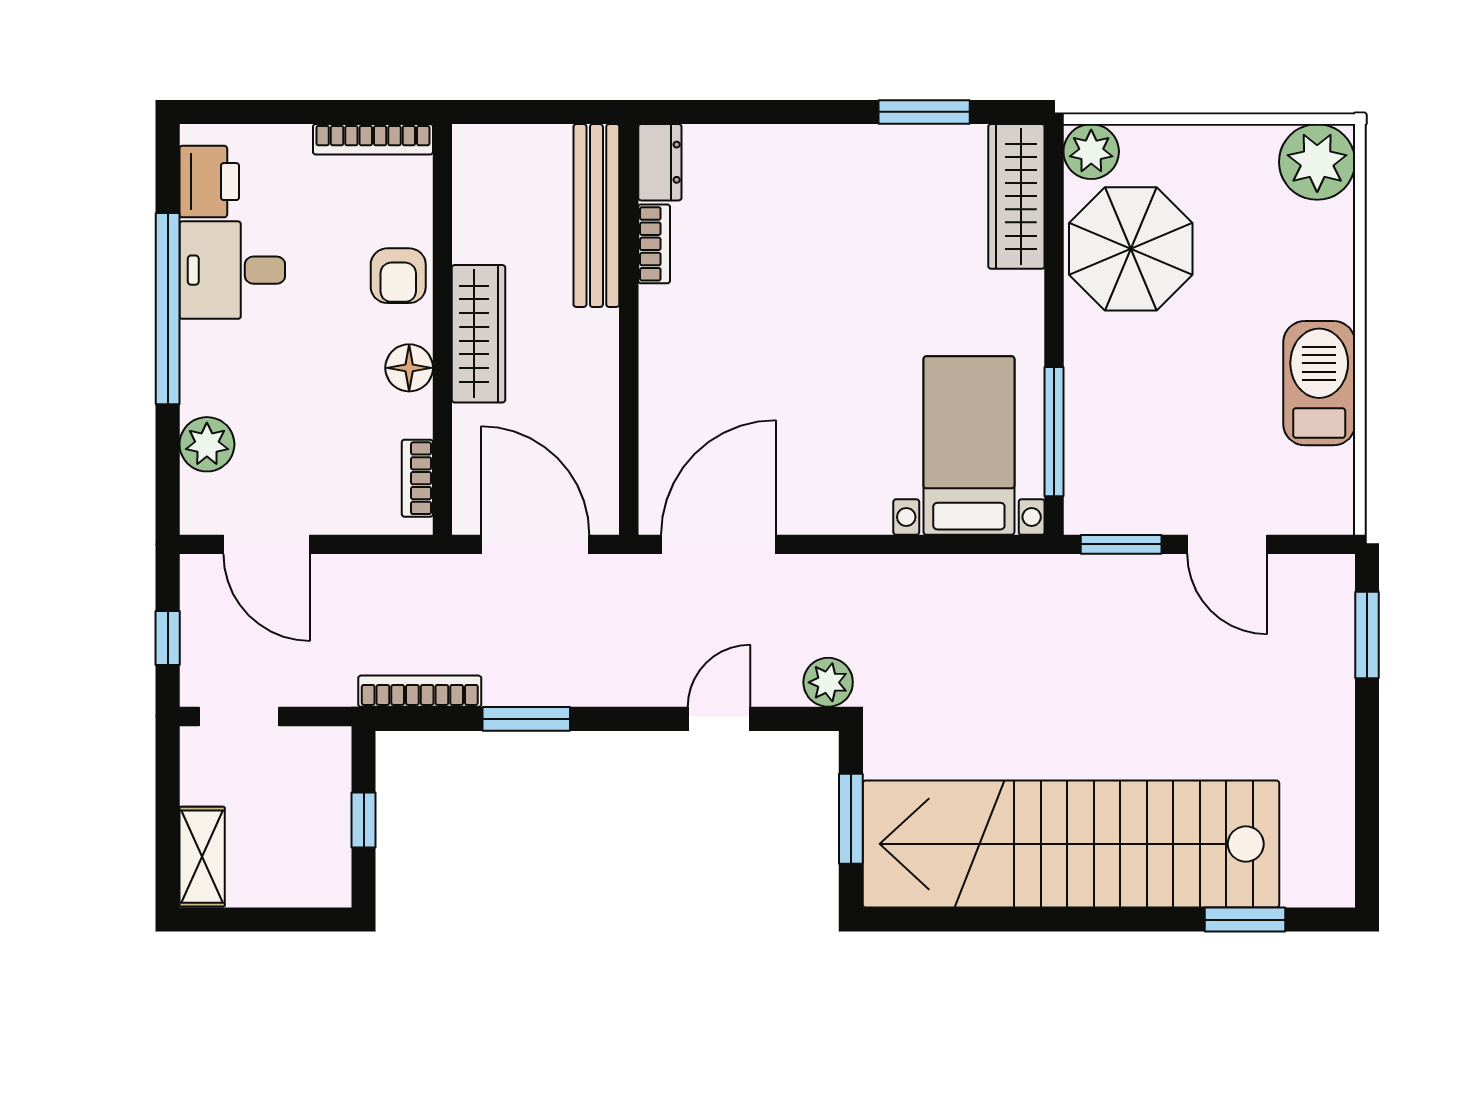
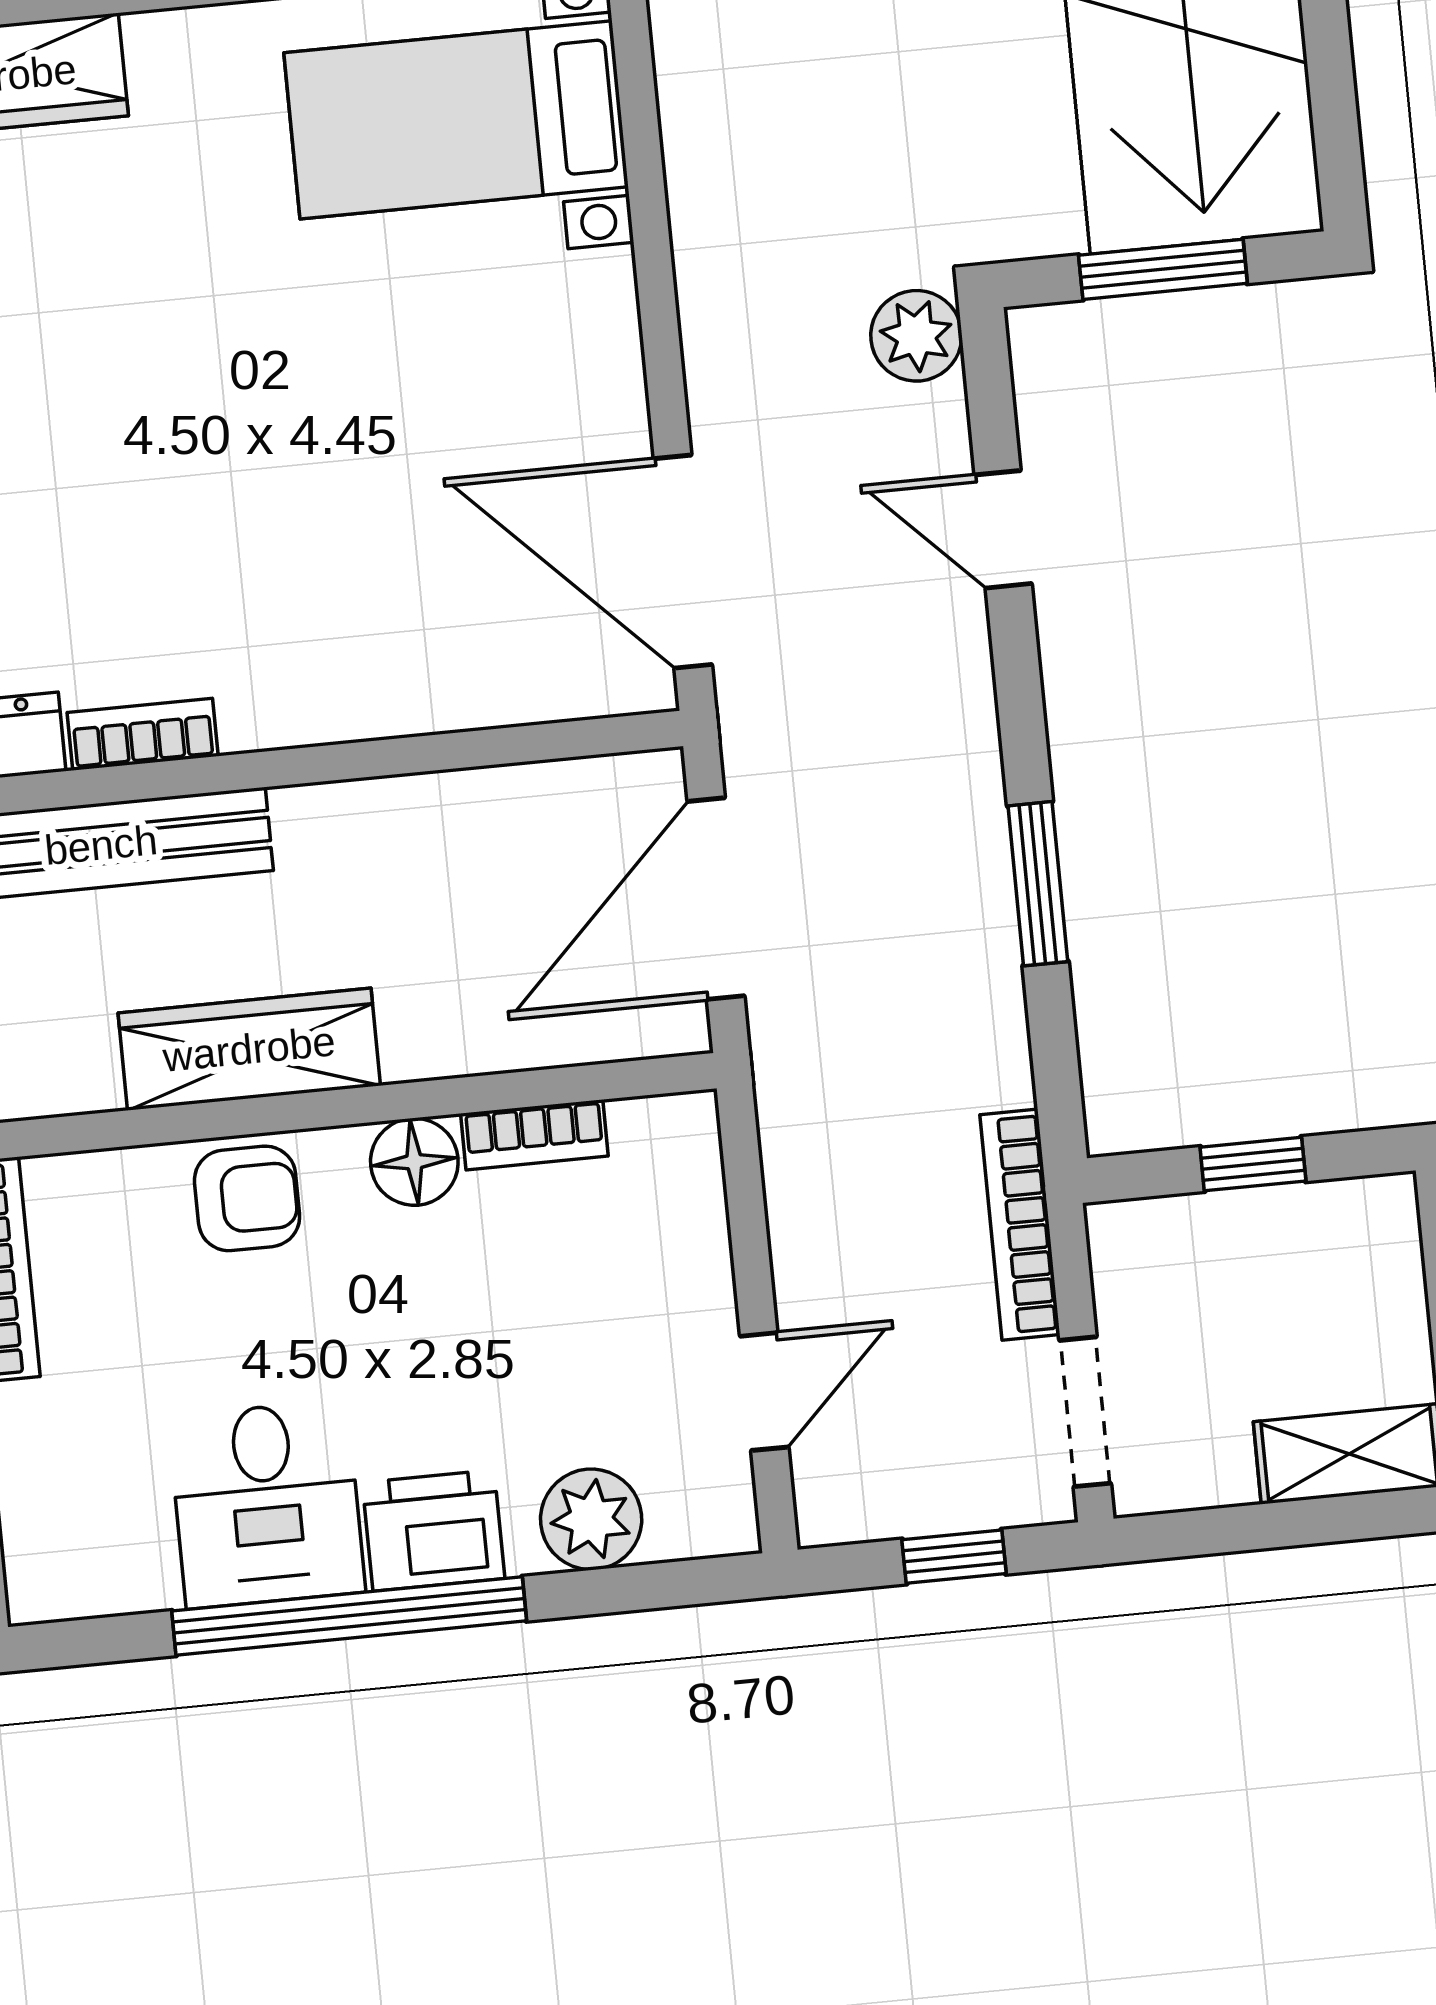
printer: (209, 182) -> (434, 1531), moved
wardrobe: (479, 334) -> (249, 1049), moved
bookcase: (417, 478) -> (534, 1135), moved
door: (267, 544) -> (764, 1392), width x0.73
bookcase: (420, 691) -> (1020, 1225), moved

